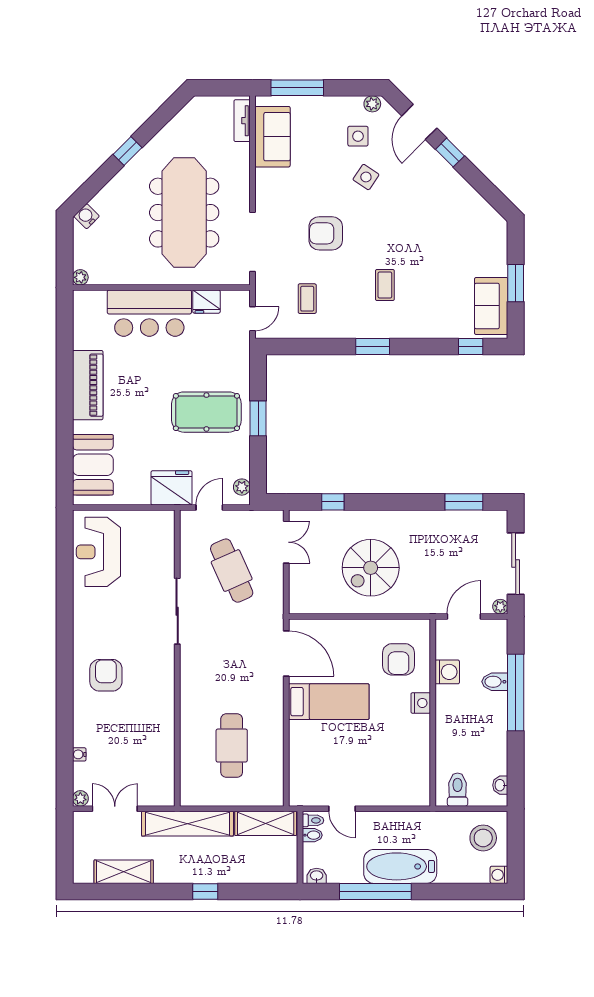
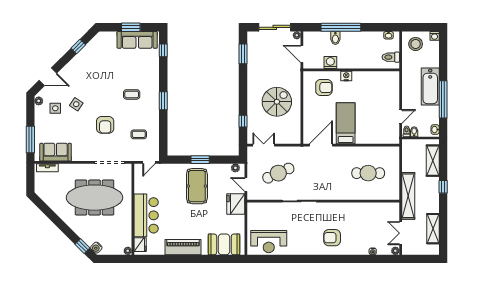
window: (127, 151) -> (82, 246), moved
window: (450, 153) -> (78, 46), moved
fridge: (206, 302) -> (140, 245), moved
sofa: (491, 306) -> (137, 40), width x1.36
door: (252, 319) -> (149, 162), swing flipped
spiral stairs: (371, 568) -> (277, 102), turned -90
shelving: (266, 823) -> (433, 161), moved

